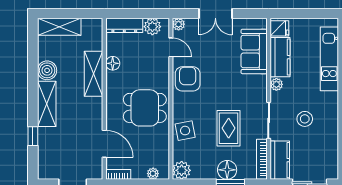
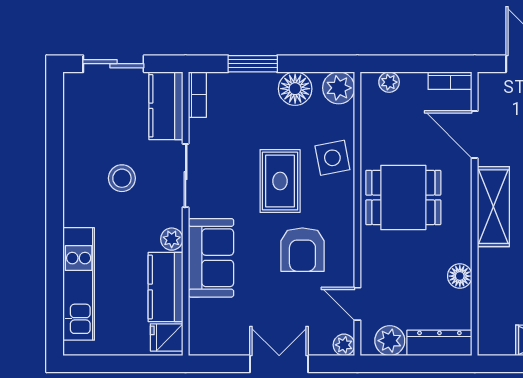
sofa: (254, 51) -> (211, 258), moved
shelving: (94, 74) -> (493, 207), moved
armchair: (188, 79) -> (302, 250), moved
rug: (229, 128) -> (280, 181), moved
bookcase: (262, 159) -> (197, 95), width x0.64
floor lamp: (227, 170) -> (295, 89), moved

